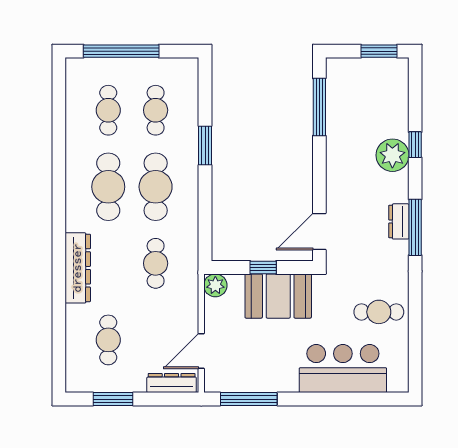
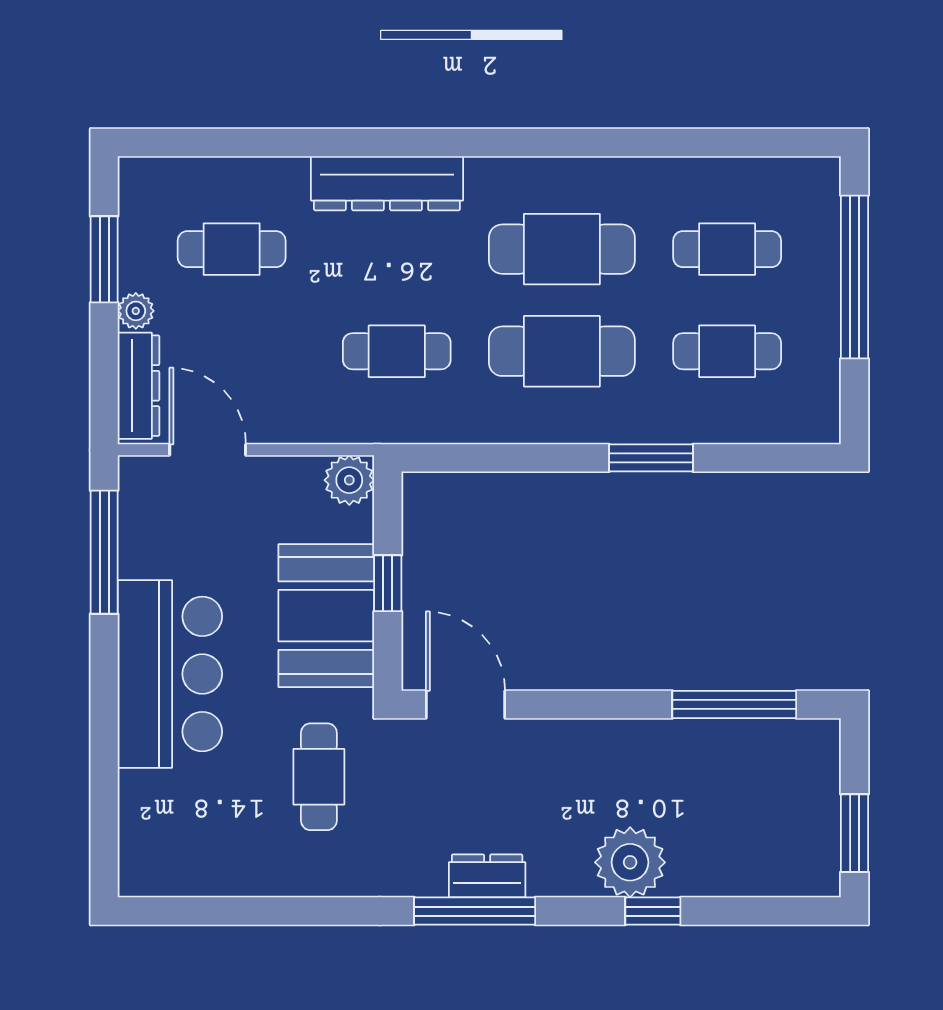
cafe table: (379, 312) -> (319, 777), moved
bar counter: (343, 369) -> (170, 674), moved
plant: (137, 384) -> (136, 311), added

